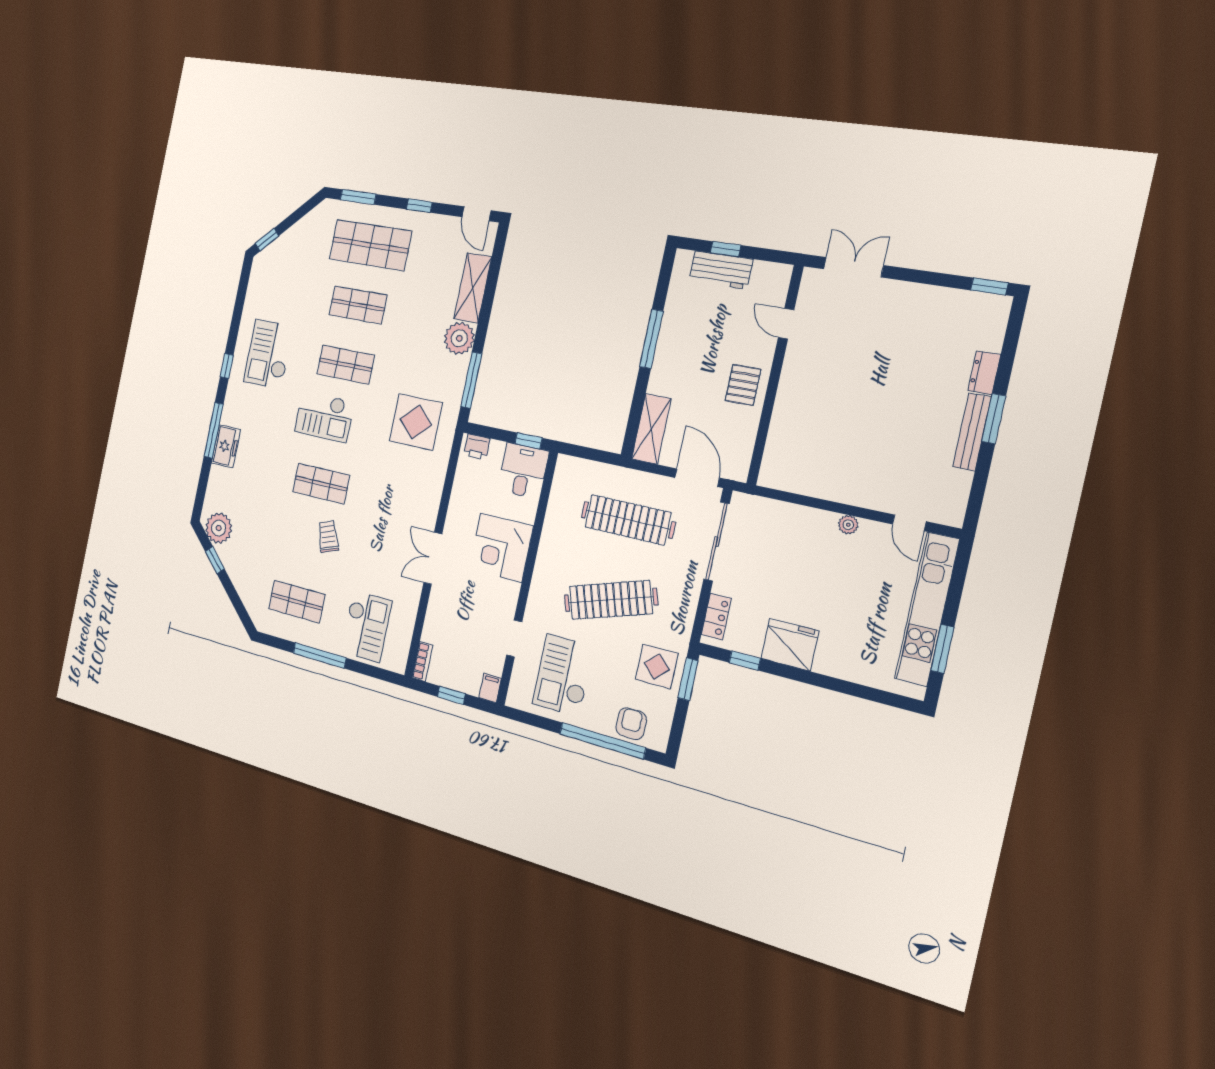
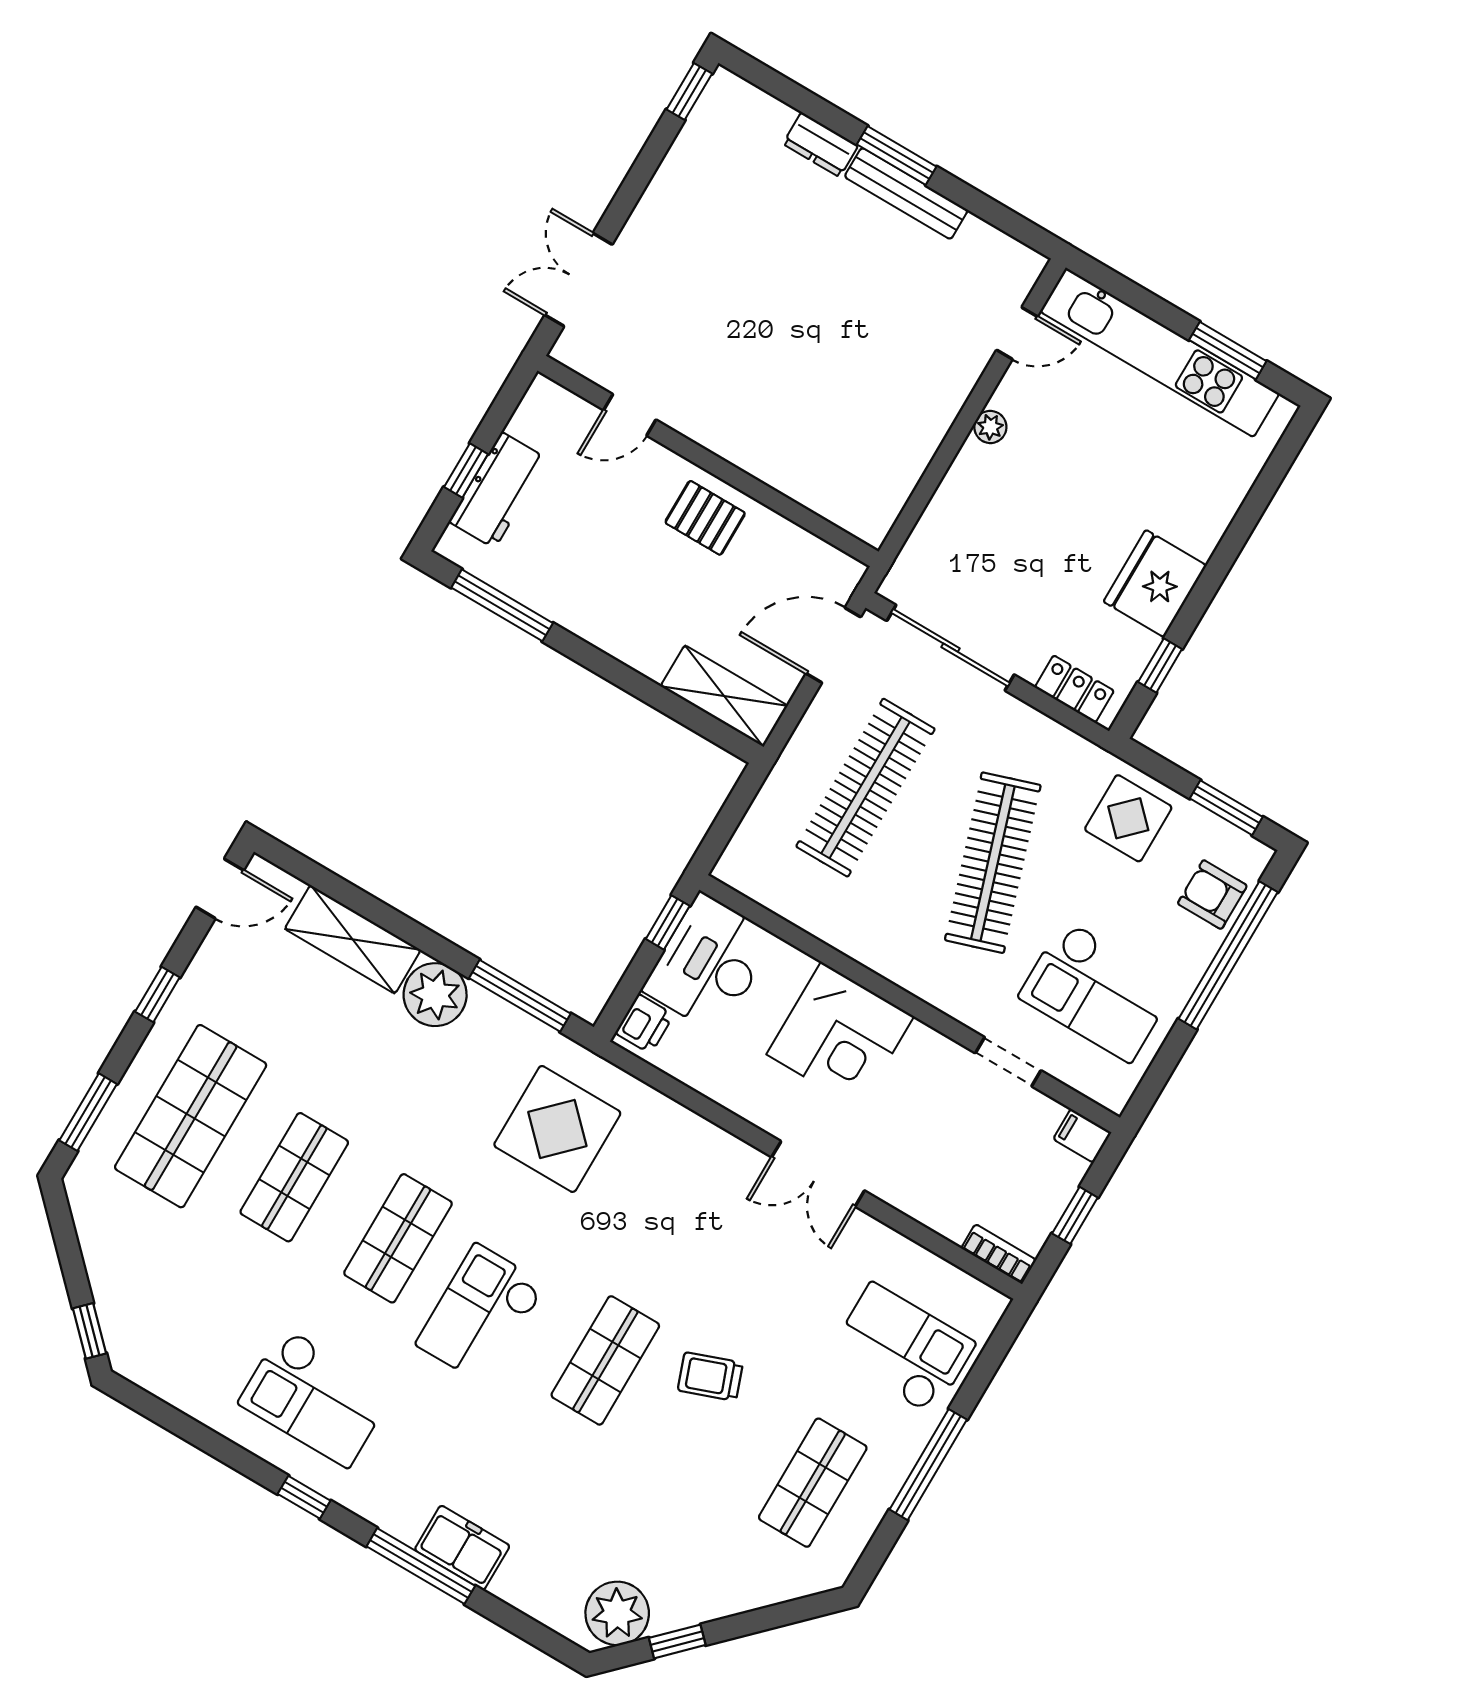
window: (651, 339) -> (502, 605), moved
checkout: (324, 417) -> (481, 1314), turned 180
desk: (523, 471) -> (709, 963), width x1.37
window: (688, 679) -> (1226, 808), moved

